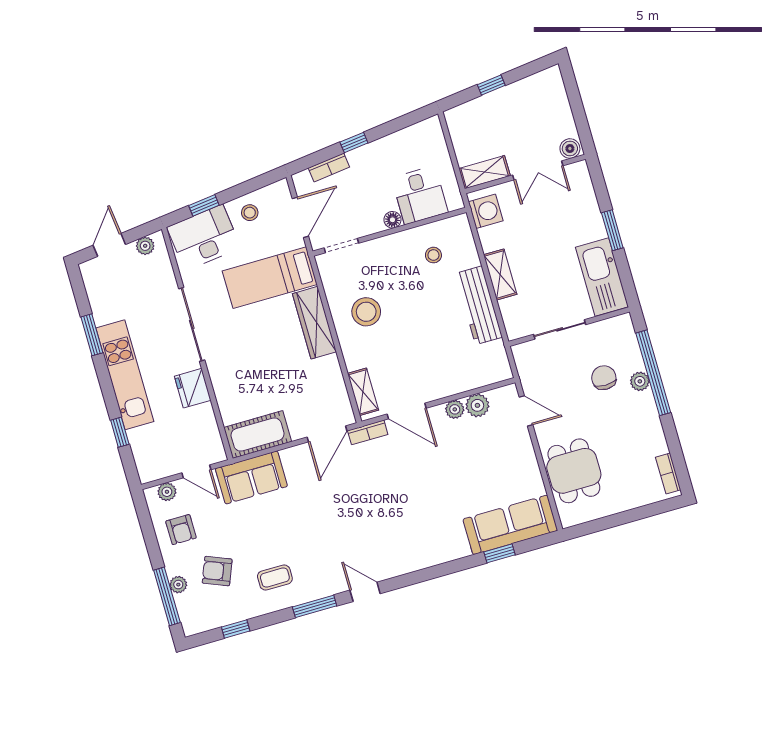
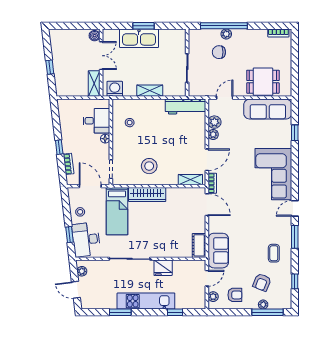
kitchen sink: (602, 277) -> (139, 38), moved
workbench: (479, 305) -> (185, 106), moved
cot: (258, 434) -> (199, 245), width x0.73, depth x0.75
sofa: (510, 525) -> (268, 109), moved, turned -90
corner sofa: (415, 536) -> (273, 174), added

